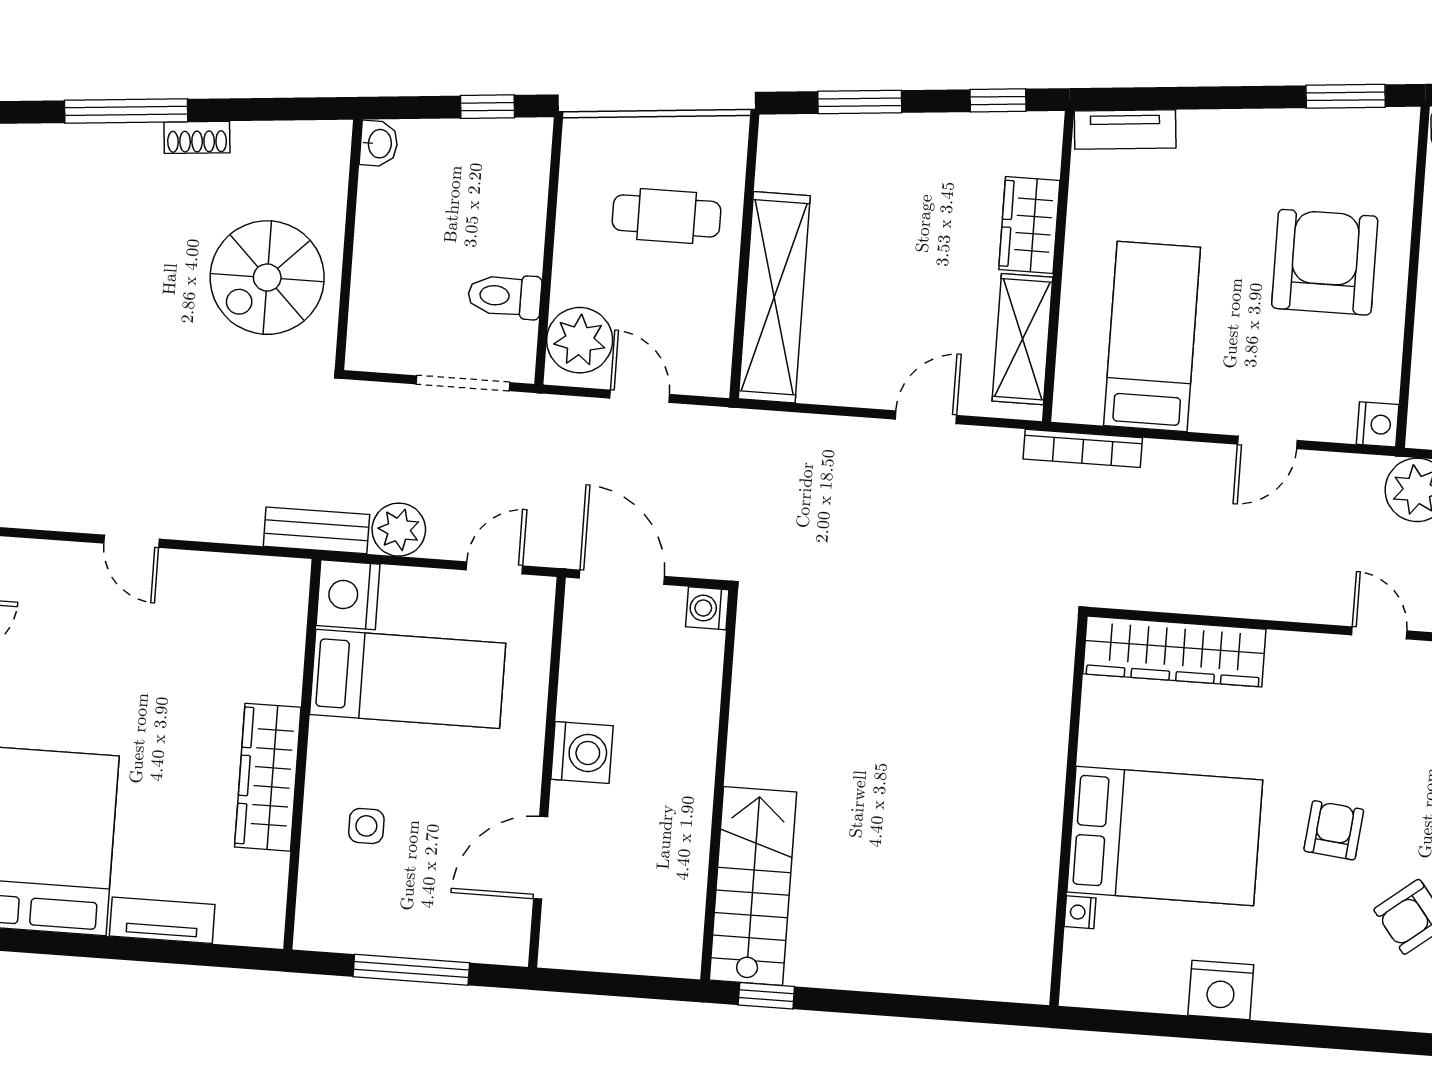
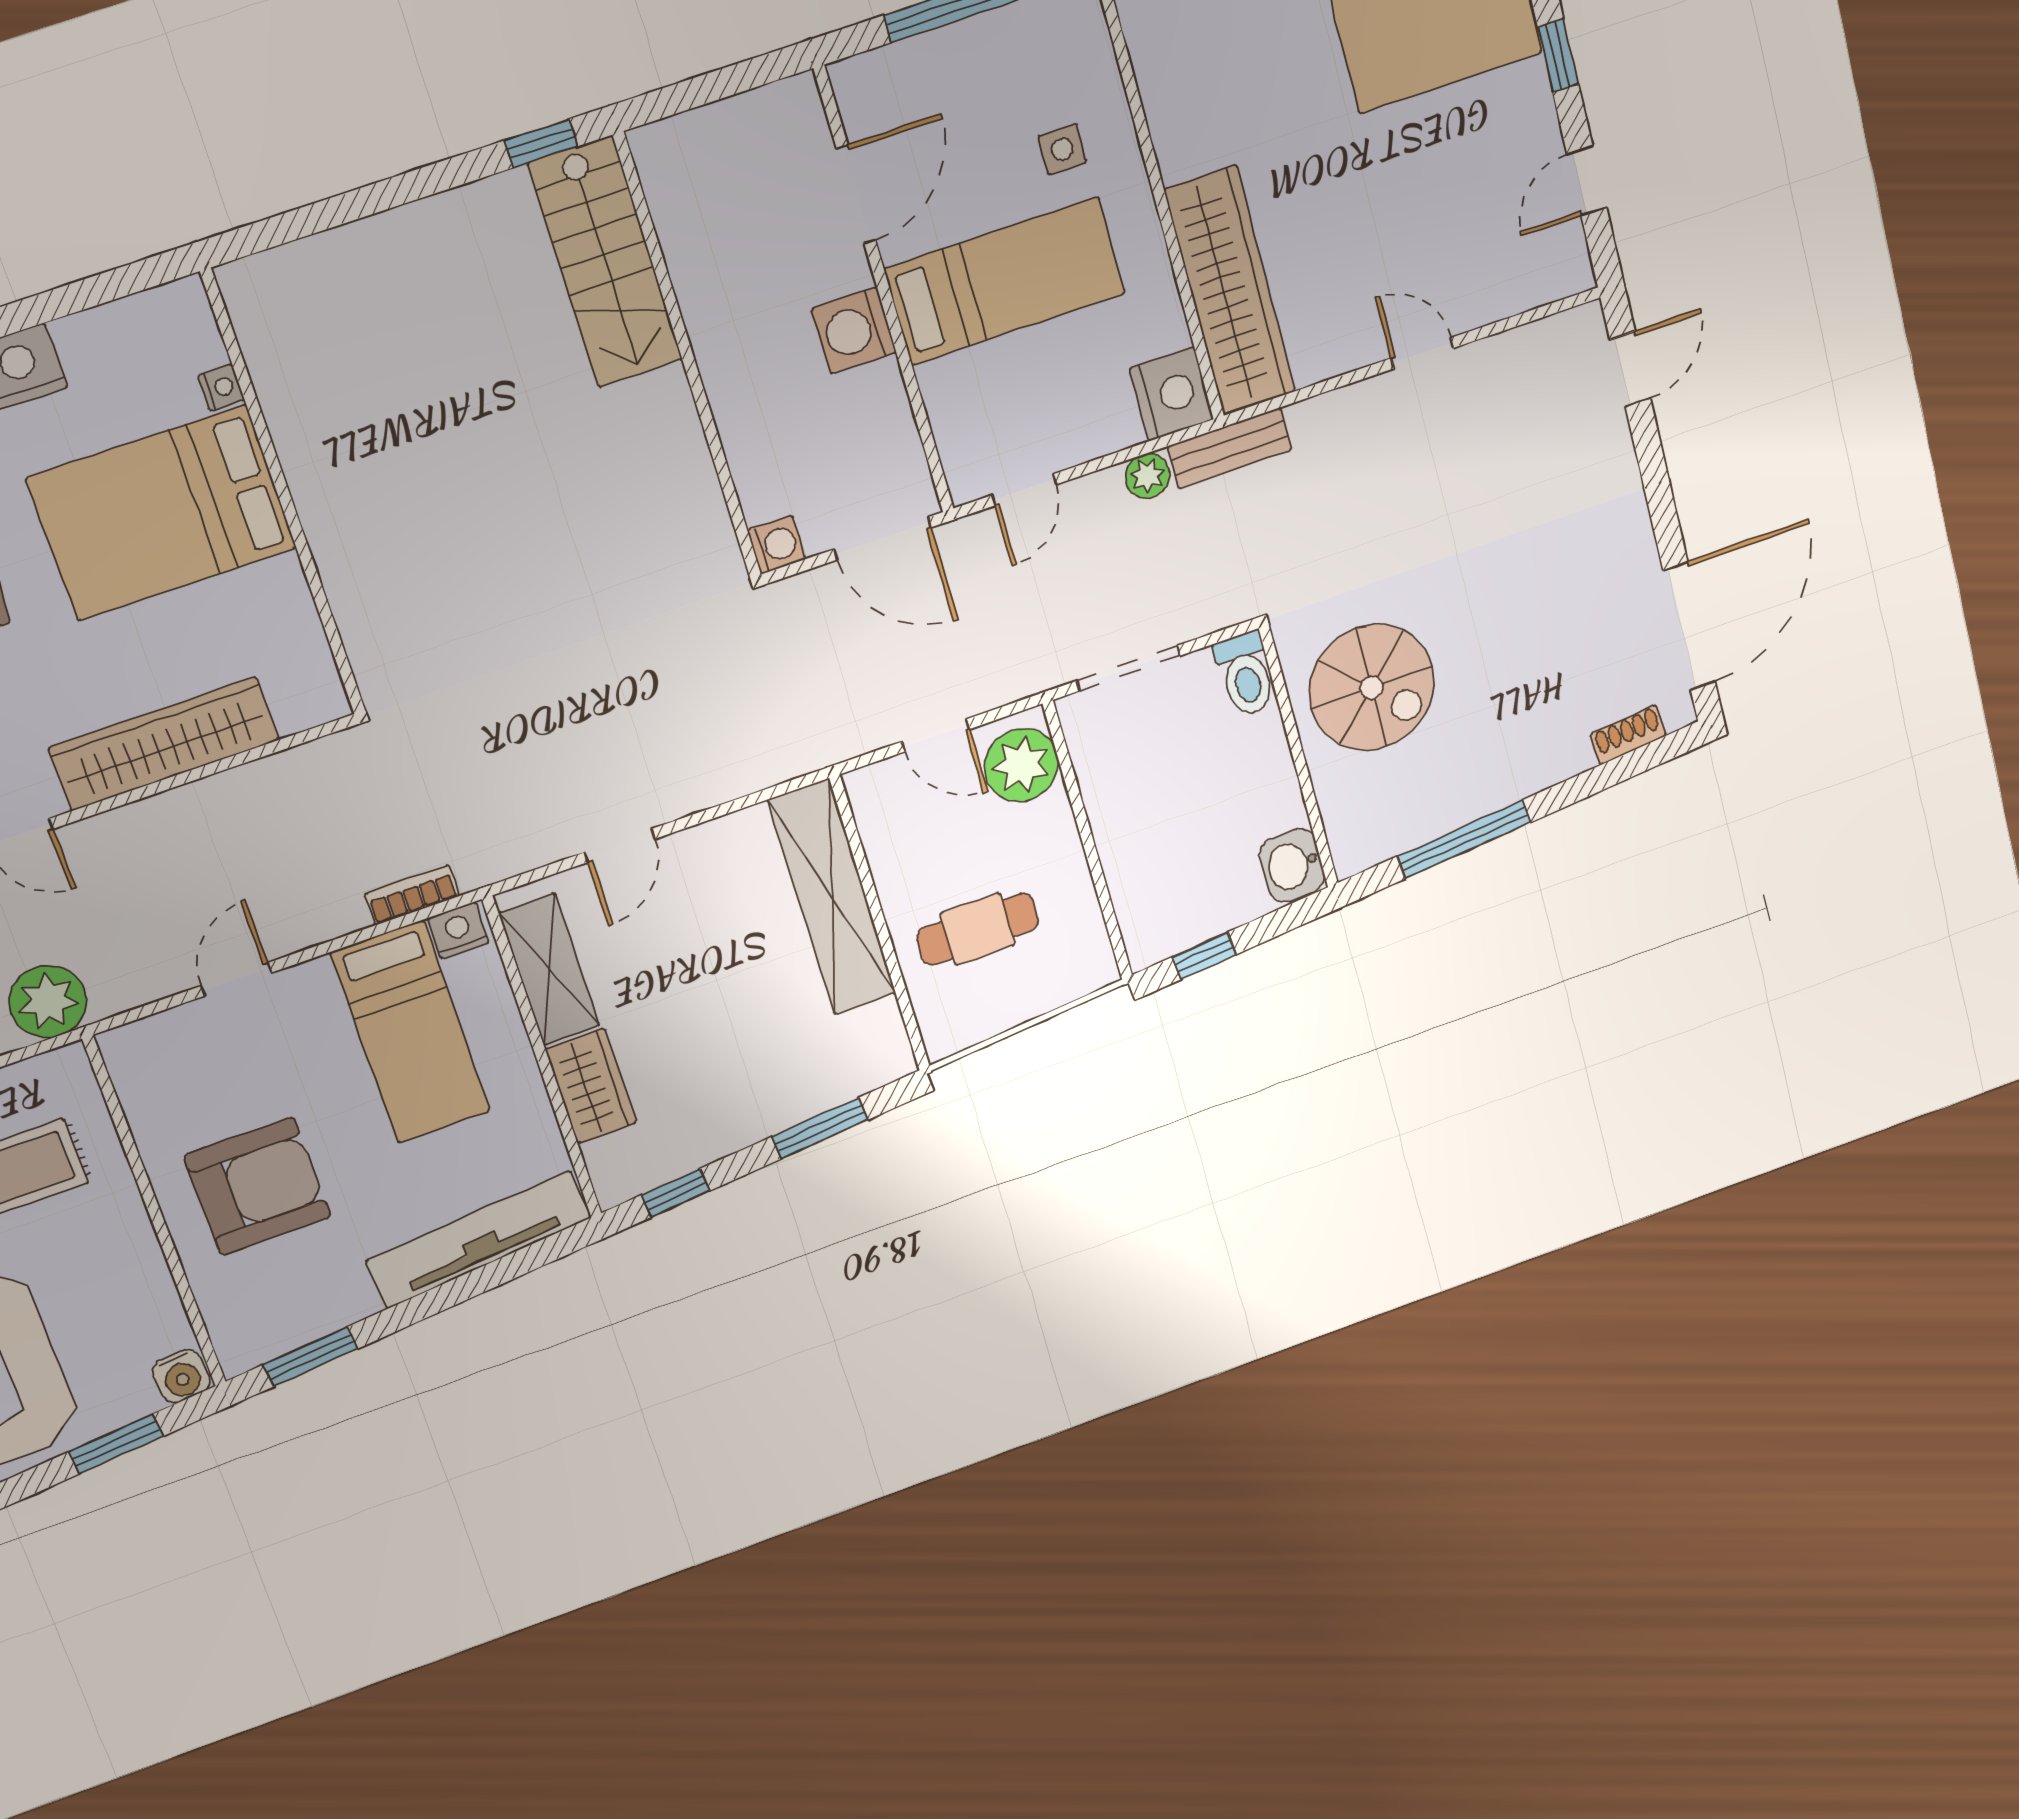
window: (126, 111) -> (1464, 839), moved
tv unit: (1125, 130) -> (478, 1240), width x1.92, depth x1.29
shoe rack: (197, 137) -> (1628, 735), moved
washbasin: (379, 144) -> (1292, 865), width x1.38, depth x1.45
armchair: (1325, 262) -> (257, 1186), turned -90
spiral stairs: (267, 278) -> (1372, 688), turned 90
toilet: (505, 296) -> (1246, 674), moved, turned 90
nightstand: (1378, 424) -> (458, 930), moved, turned 90
bookcase: (1083, 448) -> (412, 895), width x0.64
plant: (399, 530) -> (1147, 476), width x0.73, depth x0.73
wardrobe: (1174, 651) -> (164, 744), moved
bed: (408, 679) -> (1005, 281), moved, turned 180
wardrobe: (268, 777) -> (1230, 291), moved, width x1.40, depth x1.17

